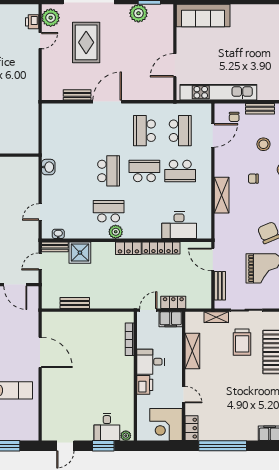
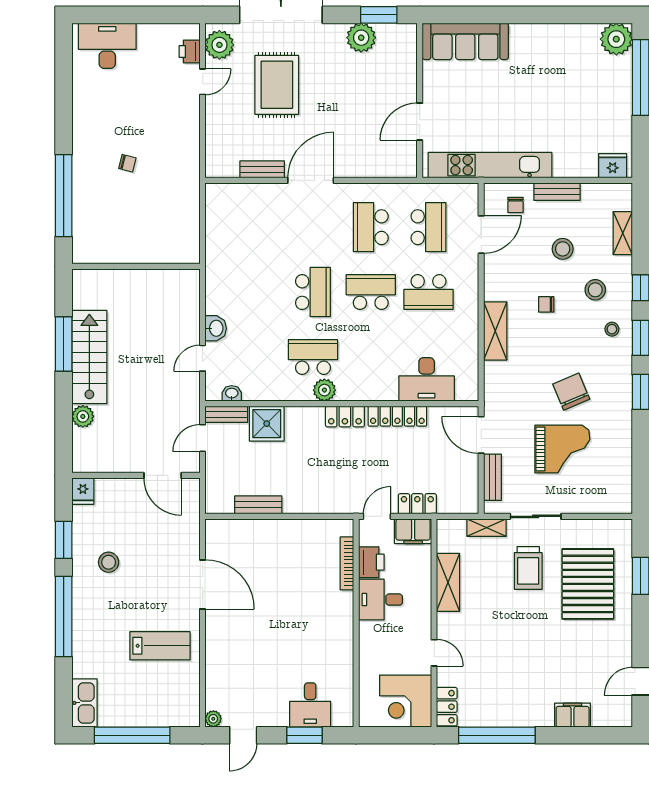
washbasin: (48, 167) -> (216, 328), moved
printer: (145, 385) -> (371, 562), moved
plant: (126, 436) -> (213, 719), moved

